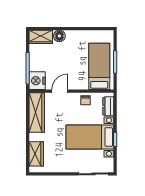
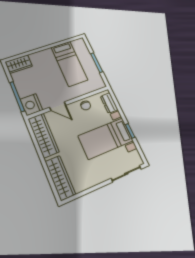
floor lamp: (59, 36) -> (36, 58), removed
bed: (99, 66) -> (69, 64), moved, turned 180
door: (60, 91) -> (58, 106), swing flipped
wardrobe: (36, 154) -> (60, 178), width x1.50

